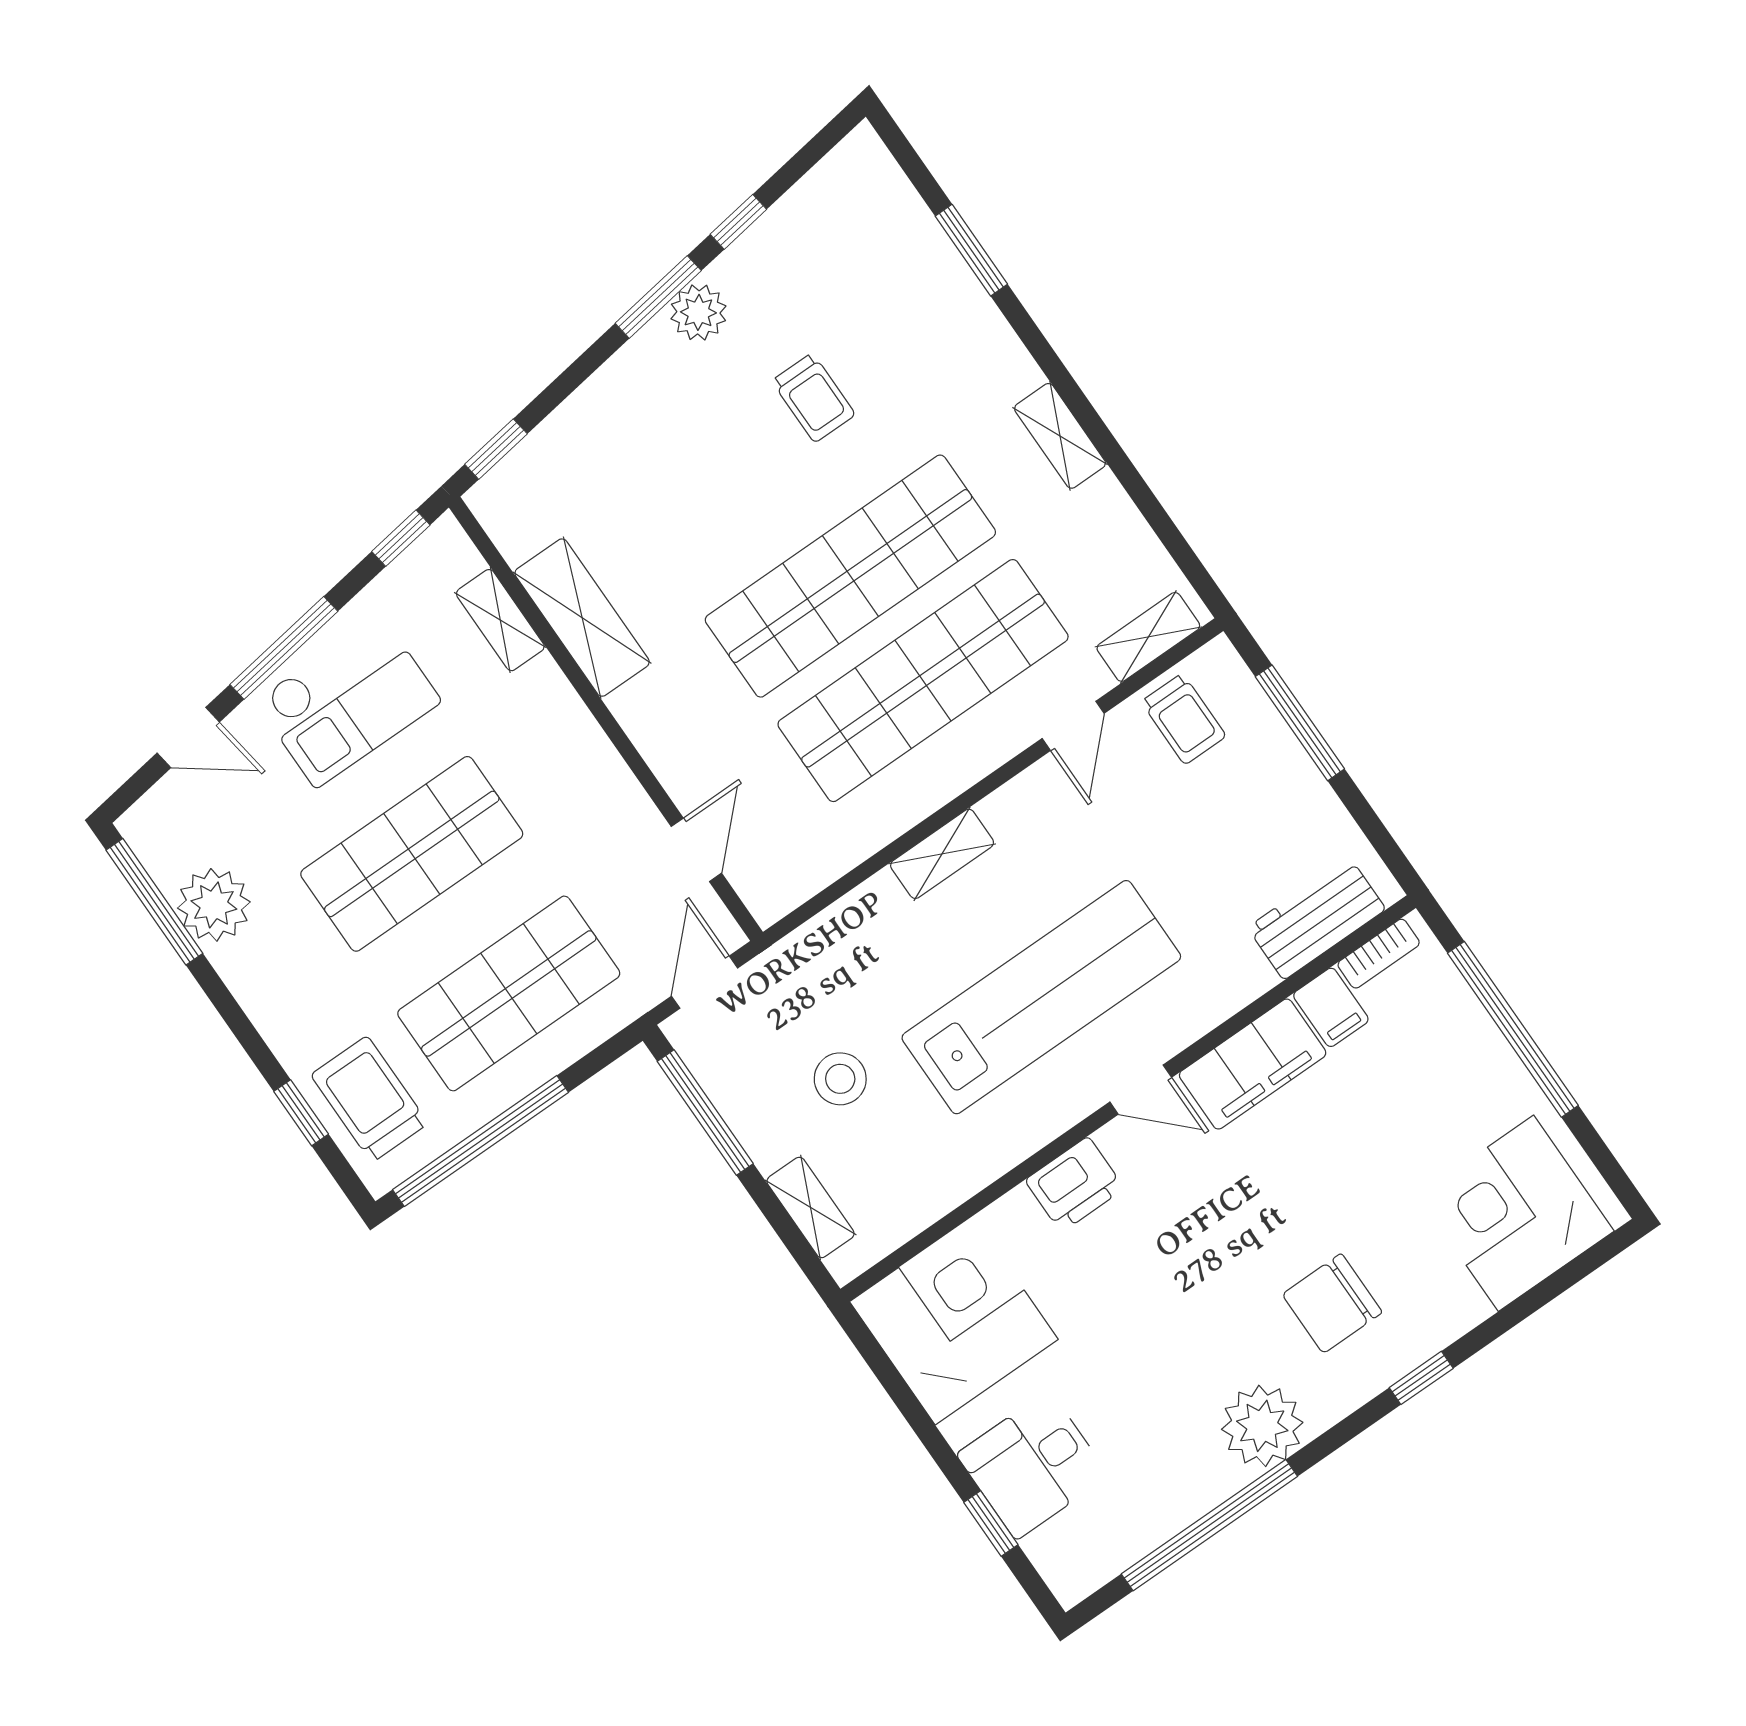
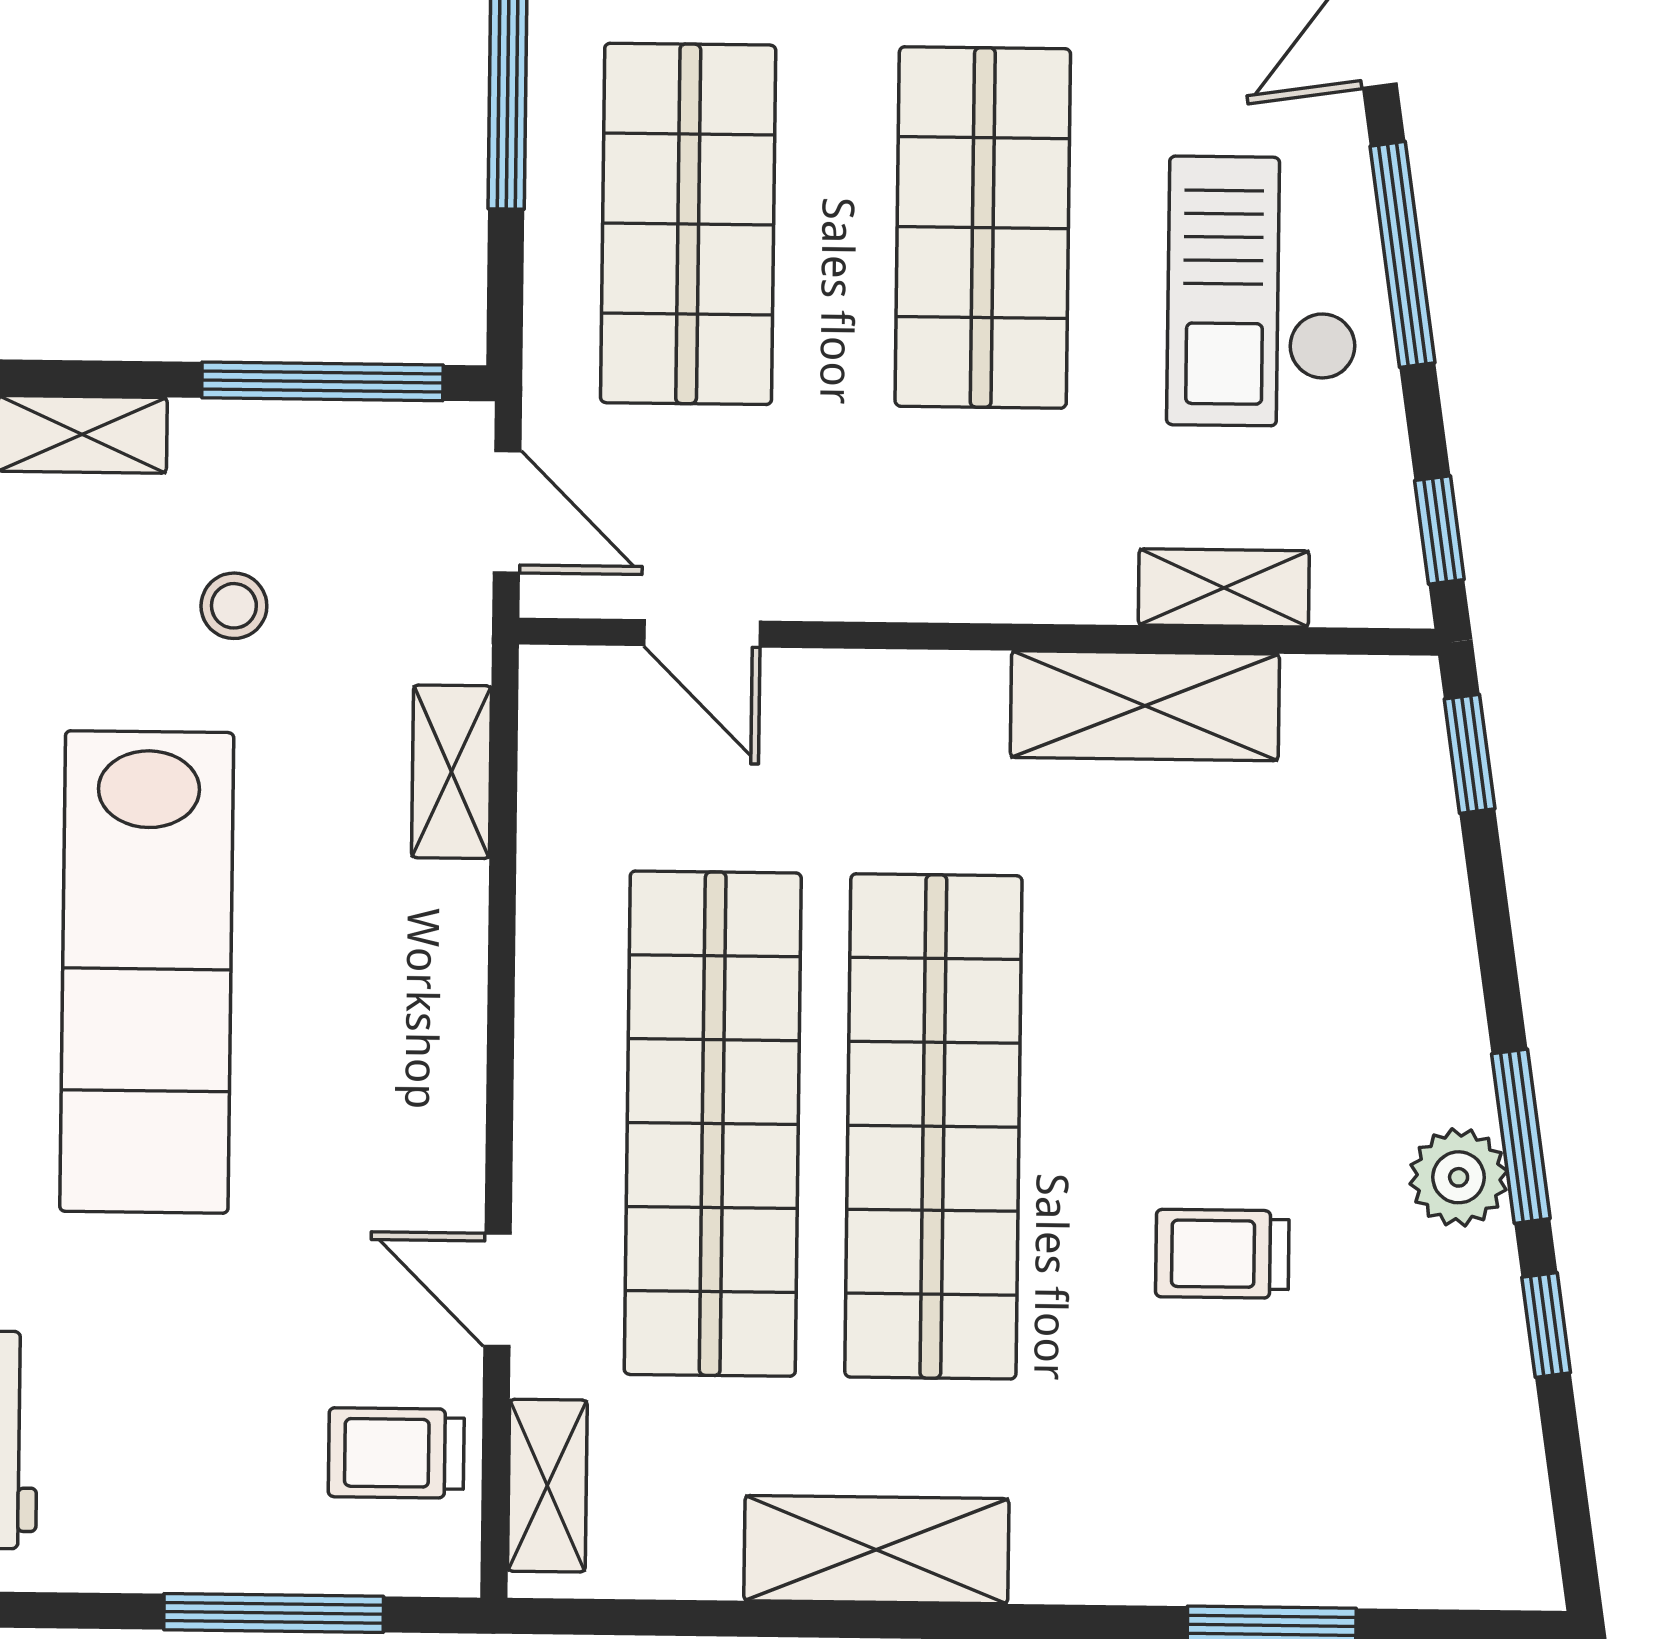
shelving: (1060, 436) -> (876, 1550), width x1.50, depth x1.33
shelving: (942, 854) -> (451, 772), moved
stool: (840, 1079) -> (234, 606), width x0.73, depth x0.73

